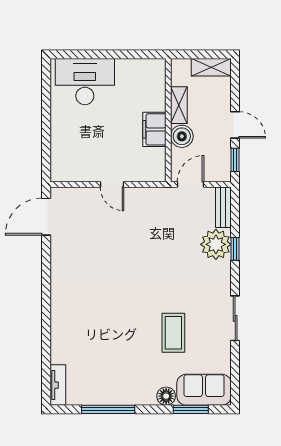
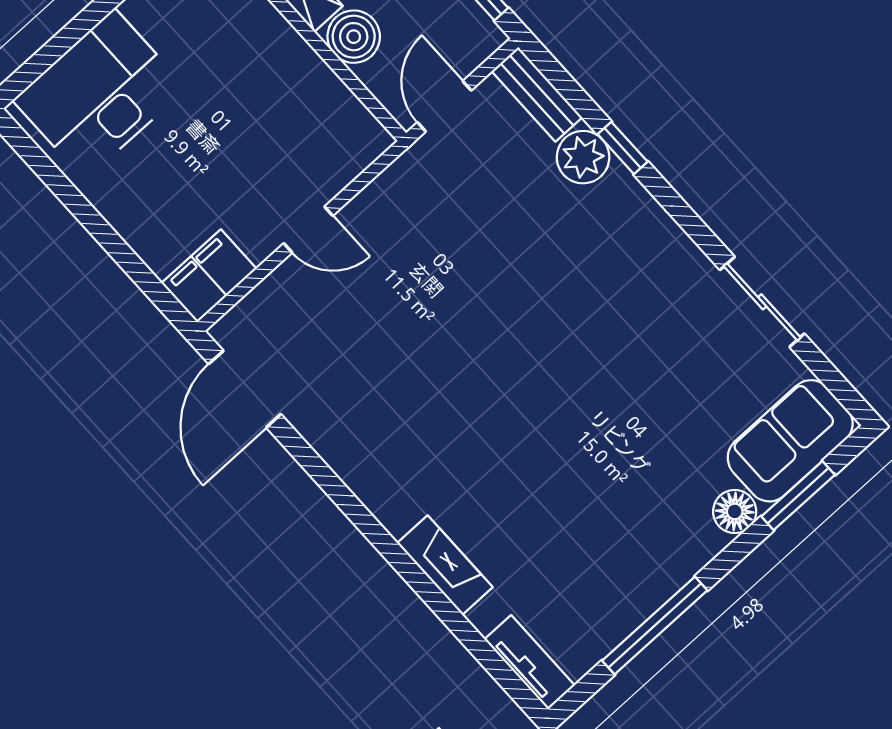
filing cabinet: (154, 129) -> (209, 276), moved, turned 90
plant: (216, 244) -> (583, 157), width x0.73, depth x0.73
sliding door: (235, 318) -> (762, 302), moved
fireplace: (59, 330) -> (445, 565), added
coffee table: (173, 333) -> (648, 390), removed

